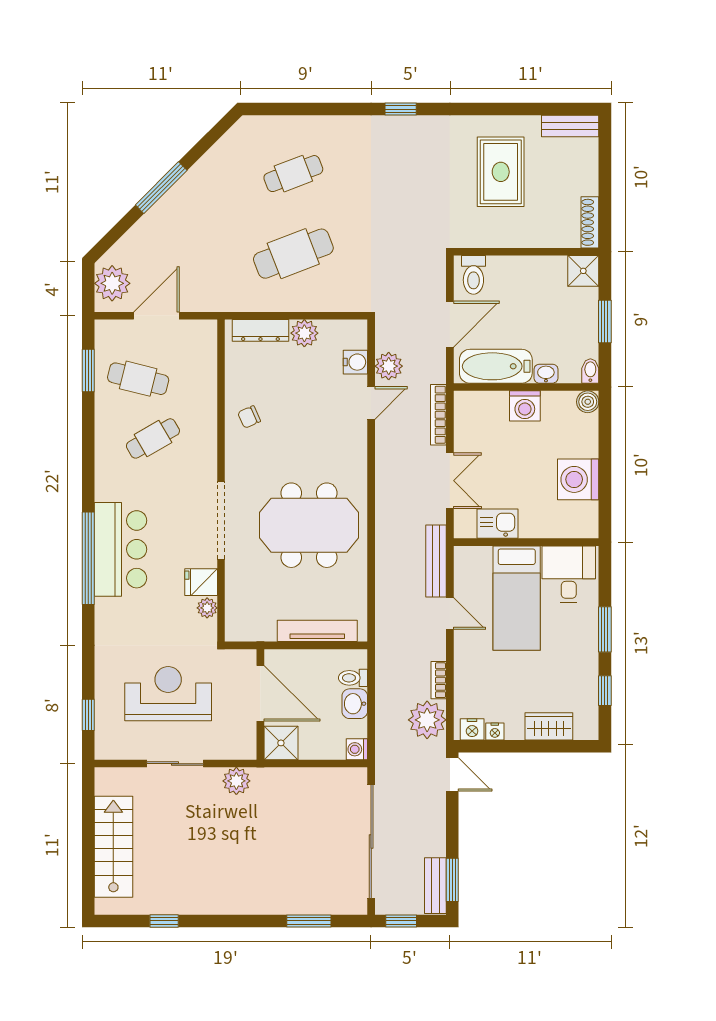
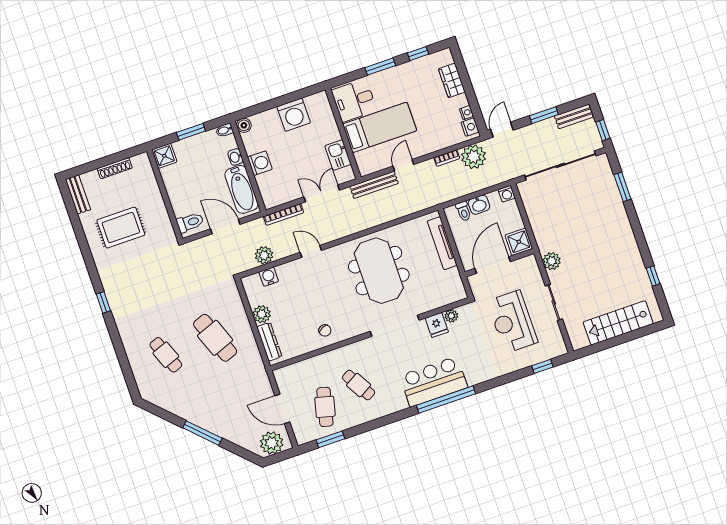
shoe rack: (590, 222) -> (115, 168), moved
door: (371, 403) -> (311, 251), moved
window: (452, 880) -> (544, 115), moved

